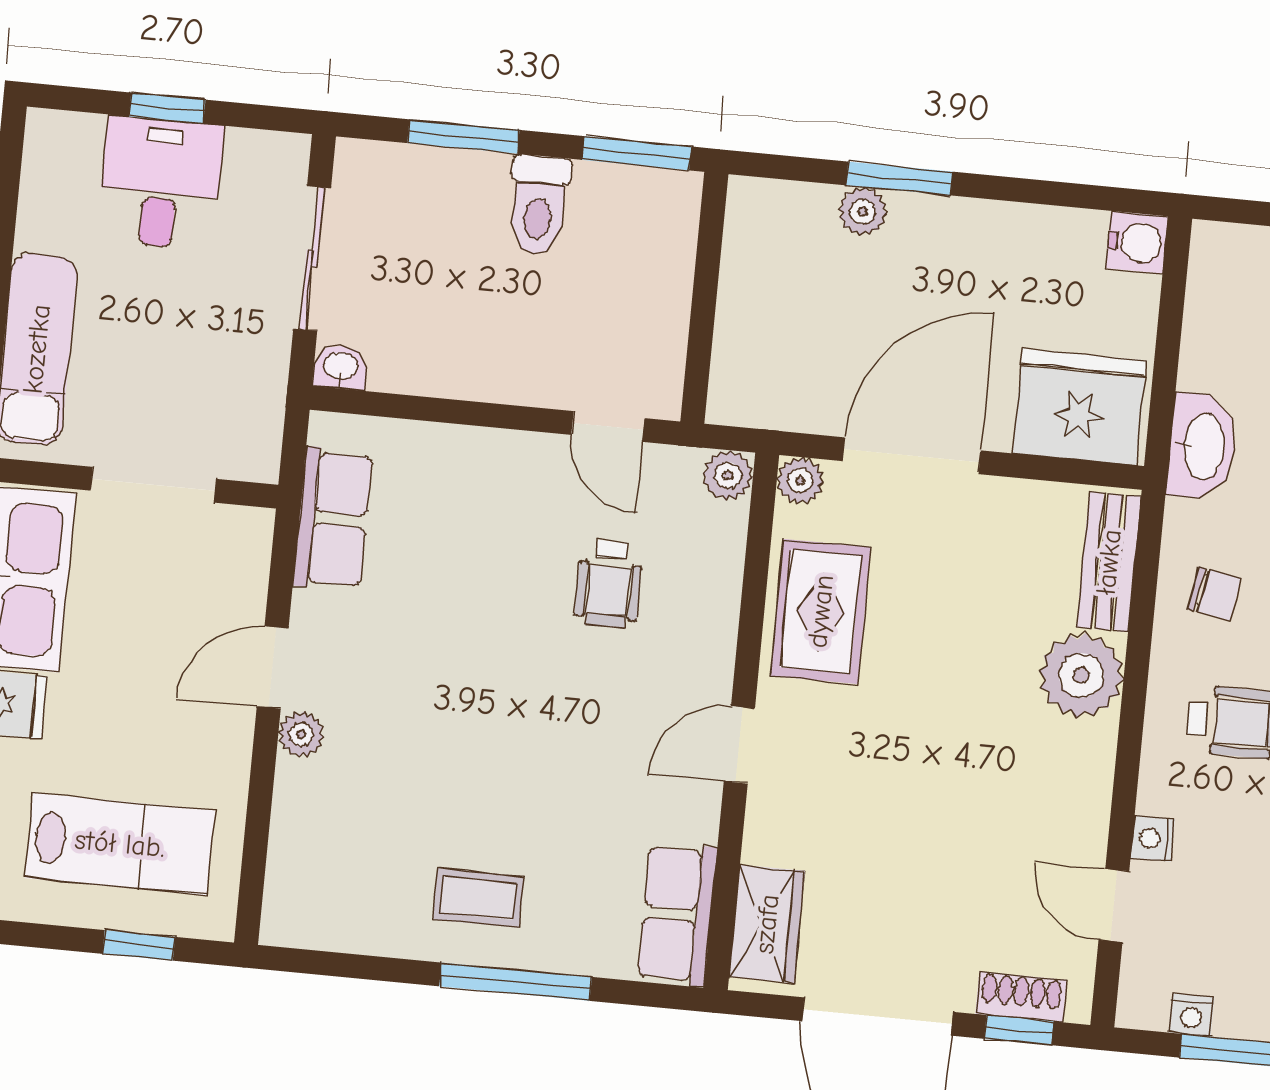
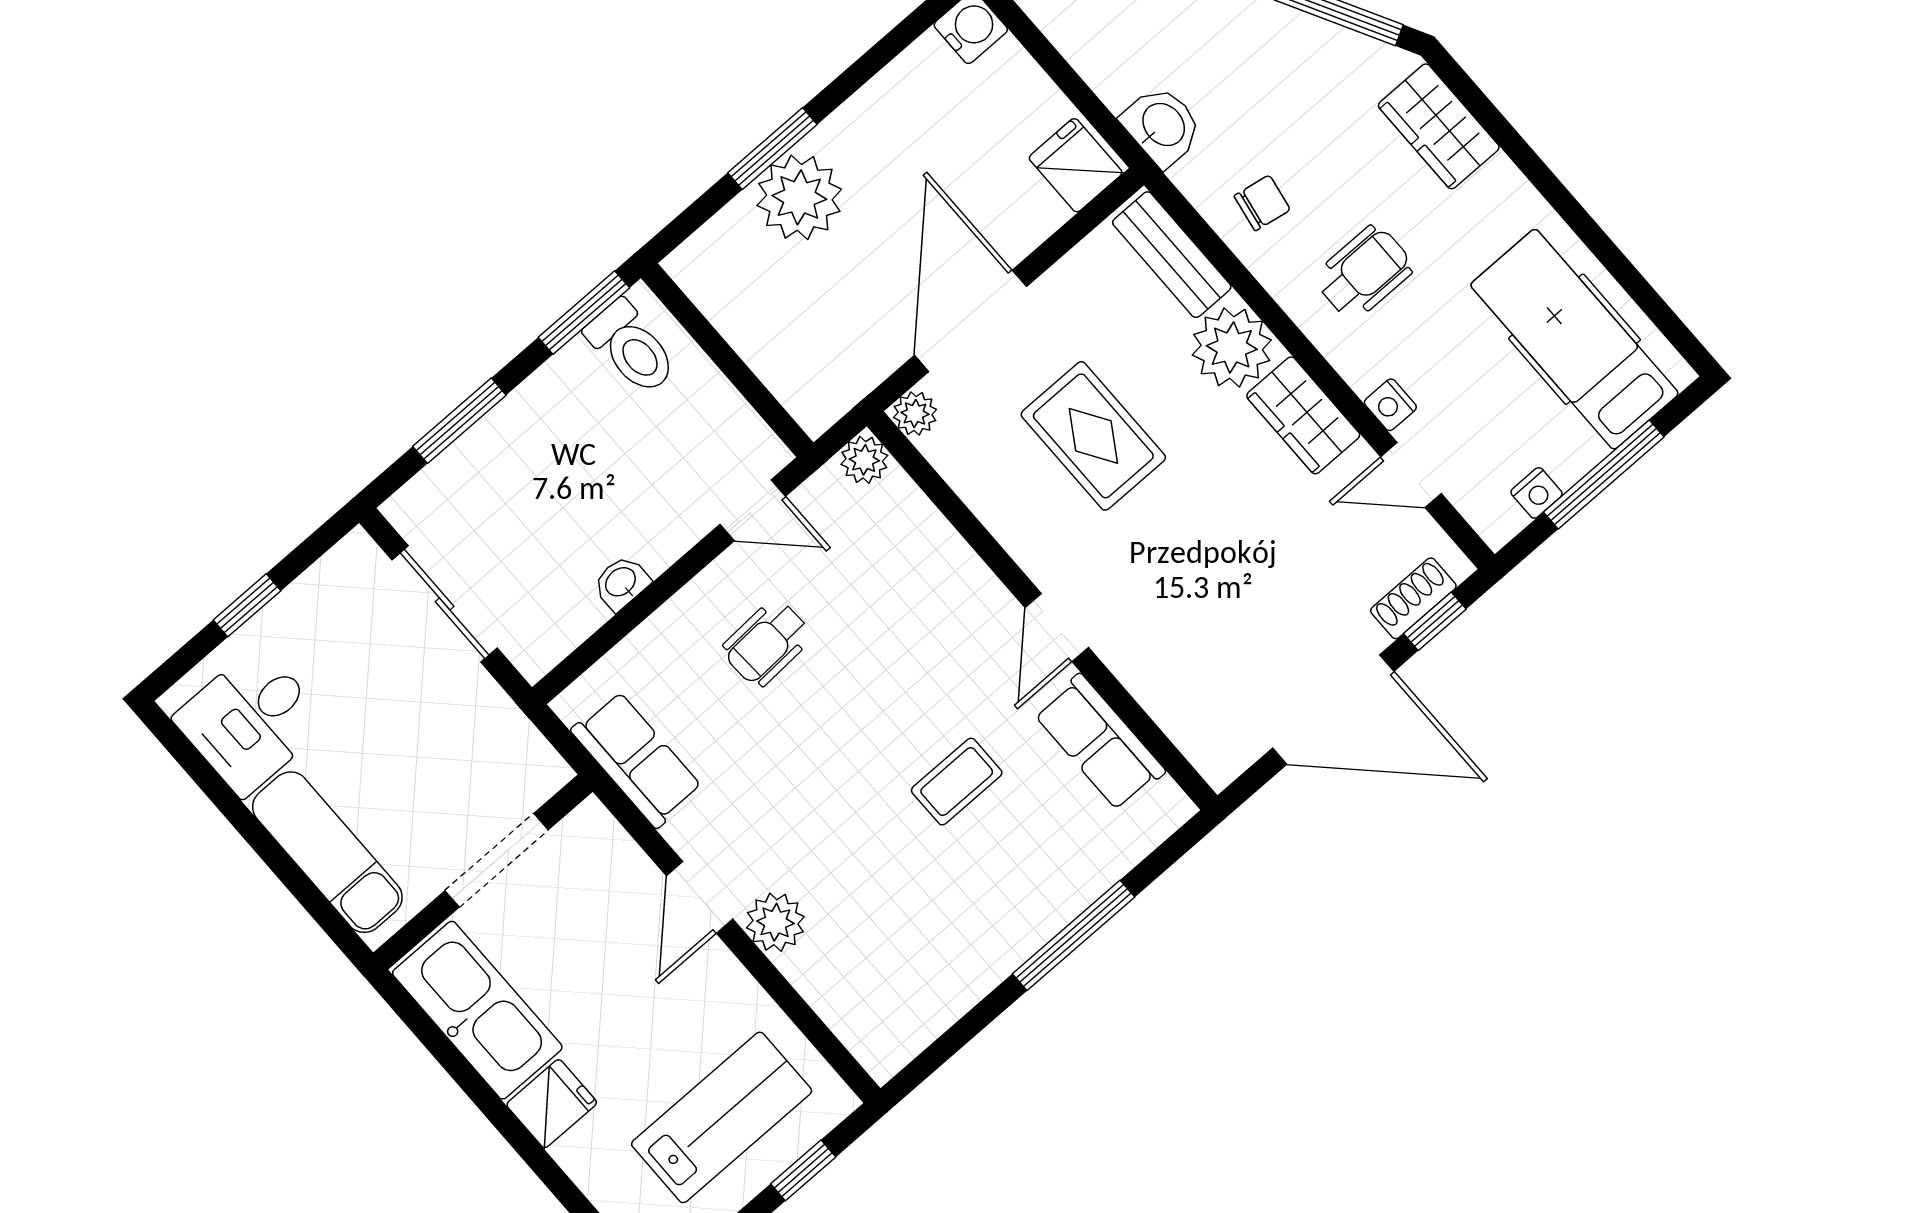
desk: (161, 183) -> (251, 721), moved, turned -90
toilet: (539, 205) -> (631, 348), moved
plant: (863, 211) -> (799, 197), width x1.88, depth x1.88
washbasin: (340, 367) -> (621, 583), moved
fridge: (1080, 407) -> (1076, 165), width x0.53, depth x0.75
washbasin: (1202, 446) -> (1162, 126), width x0.72
wheelchair: (609, 584) -> (767, 643), moved, turned 87
rug: (821, 611) -> (1093, 436), moved
plant: (301, 734) -> (775, 922), width x1.38, depth x1.38
coffee table: (478, 898) -> (957, 782), moved
row of seats: (677, 914) -> (1100, 742), moved
wardrobe: (767, 924) -> (1303, 415), moved, turned 180

